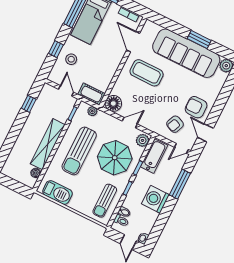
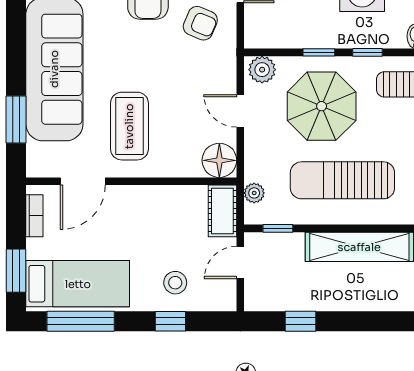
window: (199, 39) -> (16, 119), moved
sun lounger: (79, 151) -> (342, 180), turned 180
bathtub: (154, 156) -> (281, 33), removed

